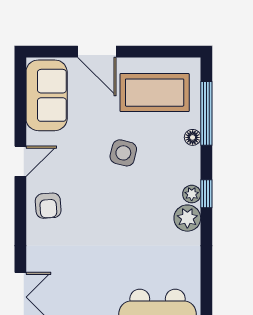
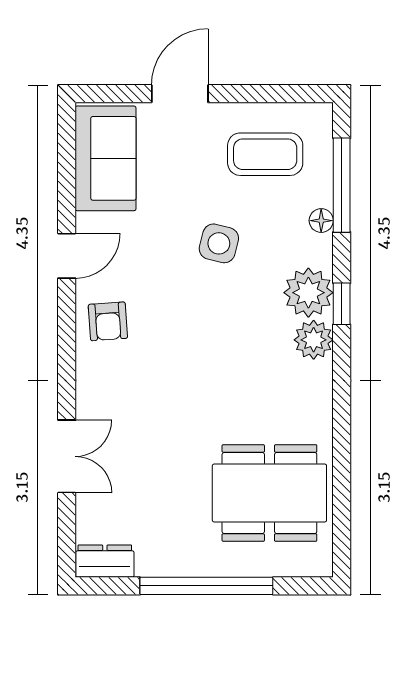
door: (97, 52) -> (180, 94), swing flipped
coffee table: (155, 93) -> (265, 154), width x0.73, depth x0.76
plant: (192, 194) -> (308, 293), width x1.87, depth x1.87

